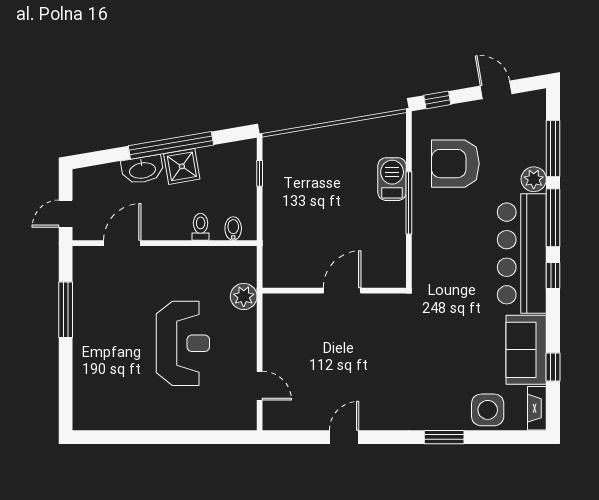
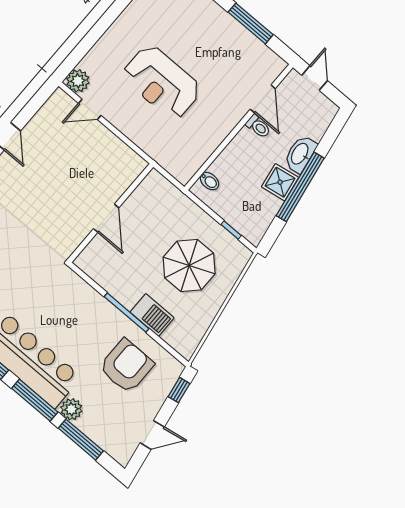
parasol: (322, 184) -> (189, 266), added
toilet: (201, 227) -> (258, 126), moved
plant: (244, 296) -> (78, 81), moved

